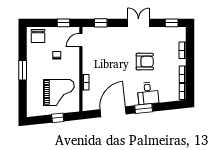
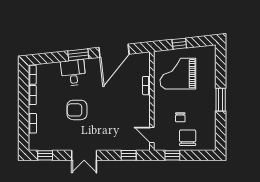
chair: (38, 36) -> (188, 138), moved
door: (81, 40) -> (152, 135), swing flipped

